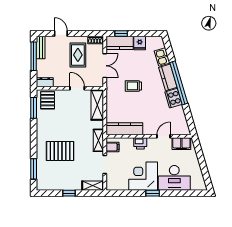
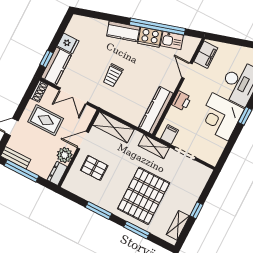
kitchen sink: (162, 57) -> (172, 41), moved
double door: (105, 66) -> (73, 96), swing flipped
plant: (60, 81) -> (65, 155), added
window: (179, 83) -> (157, 27), moved
pallet: (48, 100) -> (94, 168), moved
window: (34, 108) -> (99, 210), moved
pallet: (60, 151) -> (144, 196), width x1.37, depth x1.41
window: (34, 169) -> (137, 230), moved
shelving: (93, 186) -> (178, 225), moved

